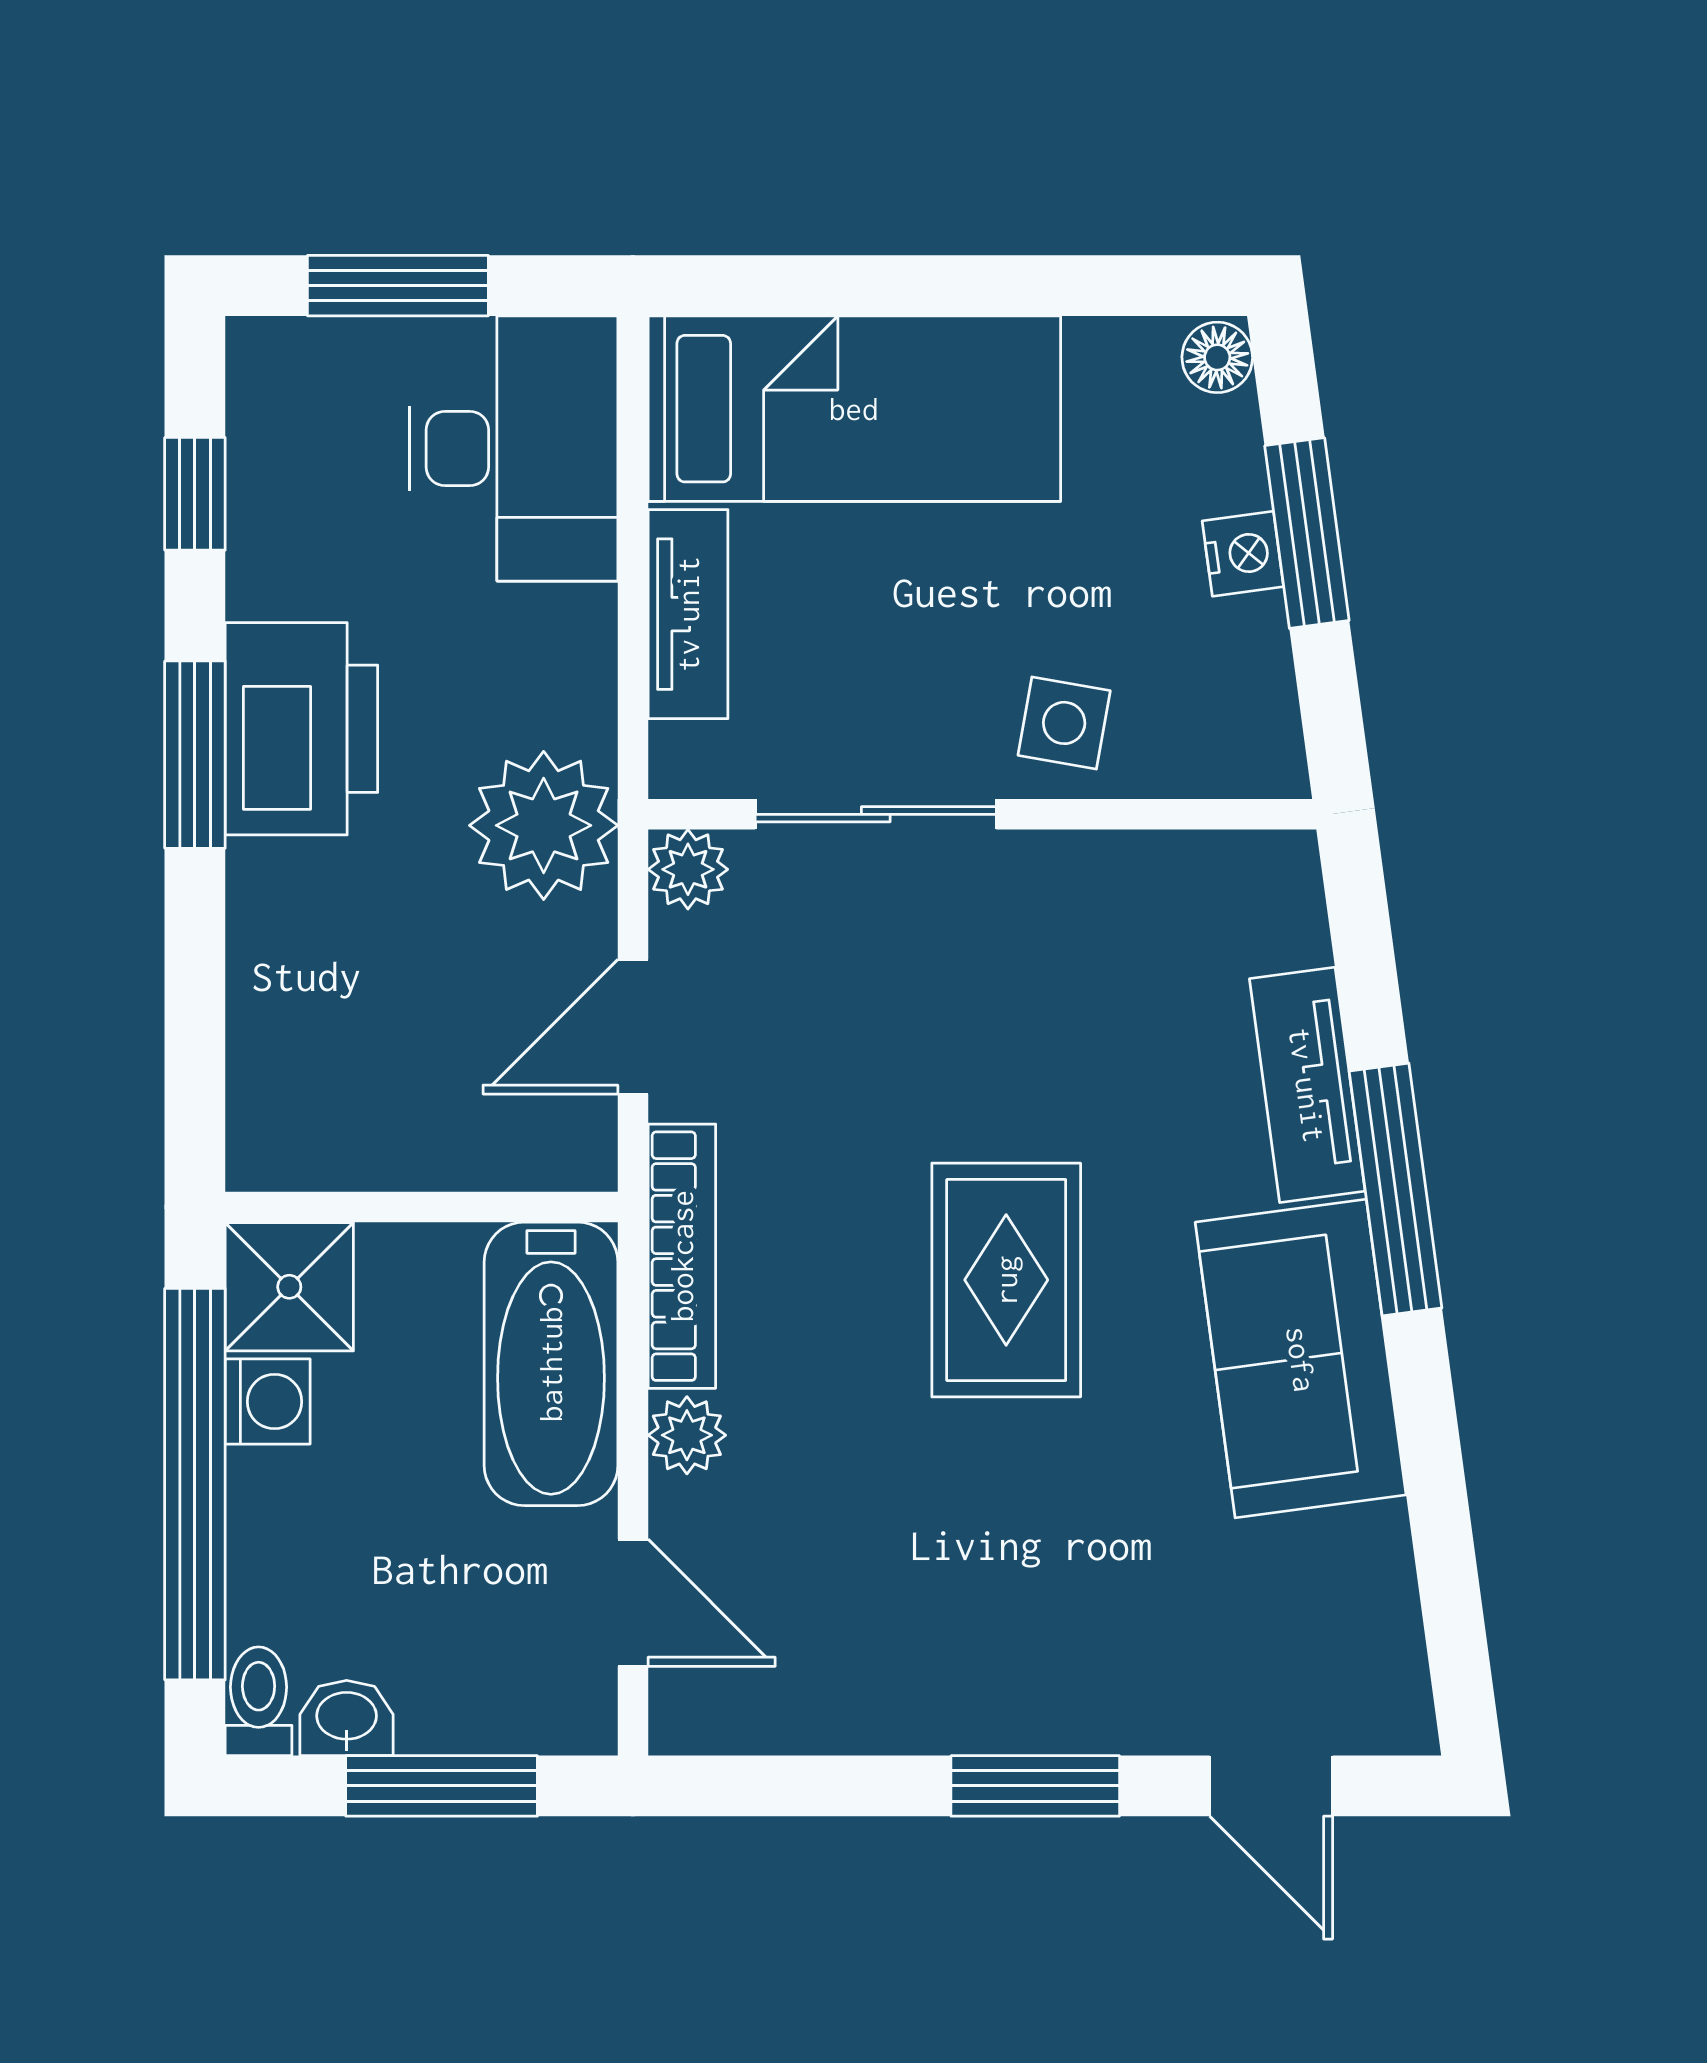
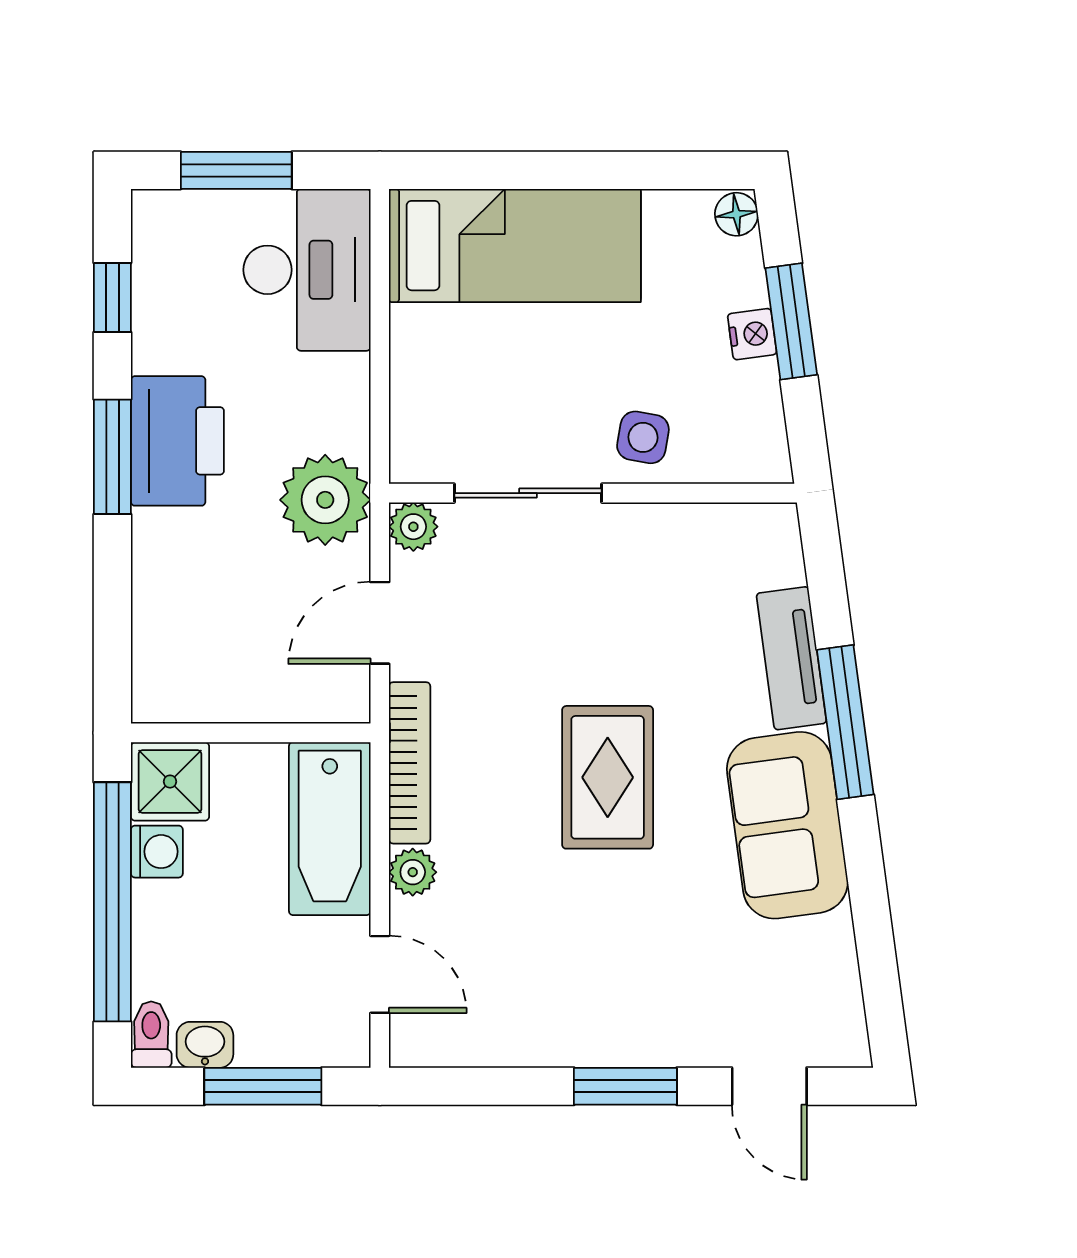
tv unit: (688, 614) -> (413, 371), removed

